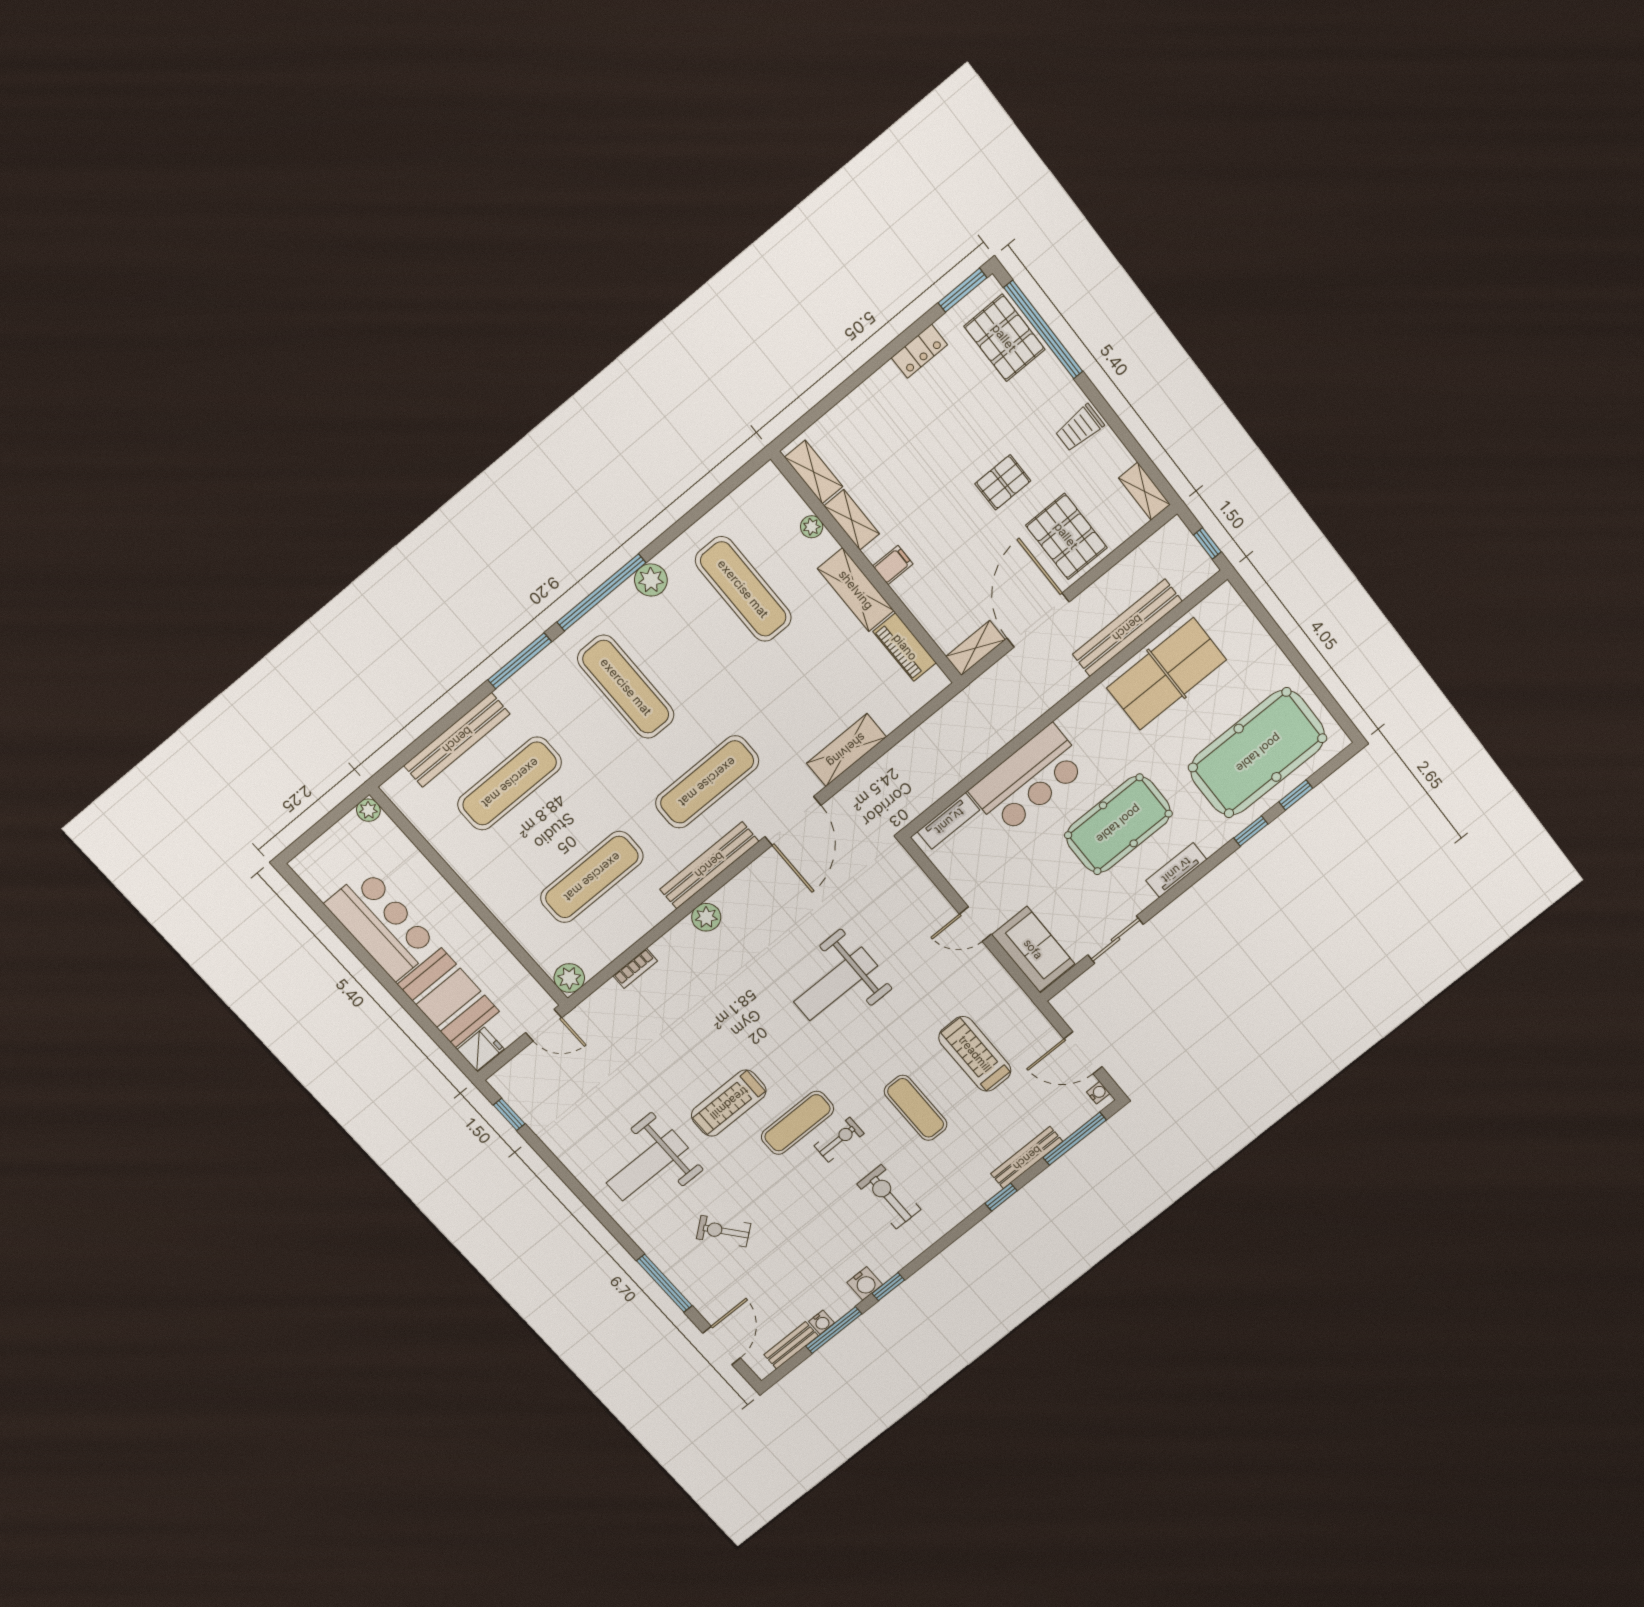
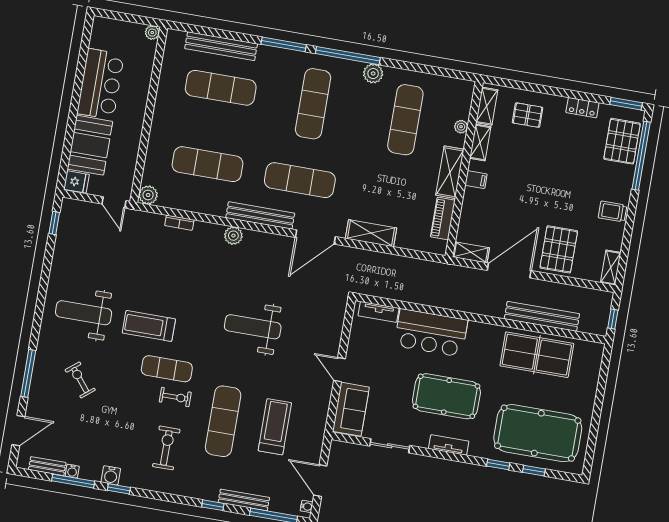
pallet: (1003, 482) -> (528, 115), moved
exercise mat: (916, 1108) -> (223, 421), width x1.36, depth x1.45

